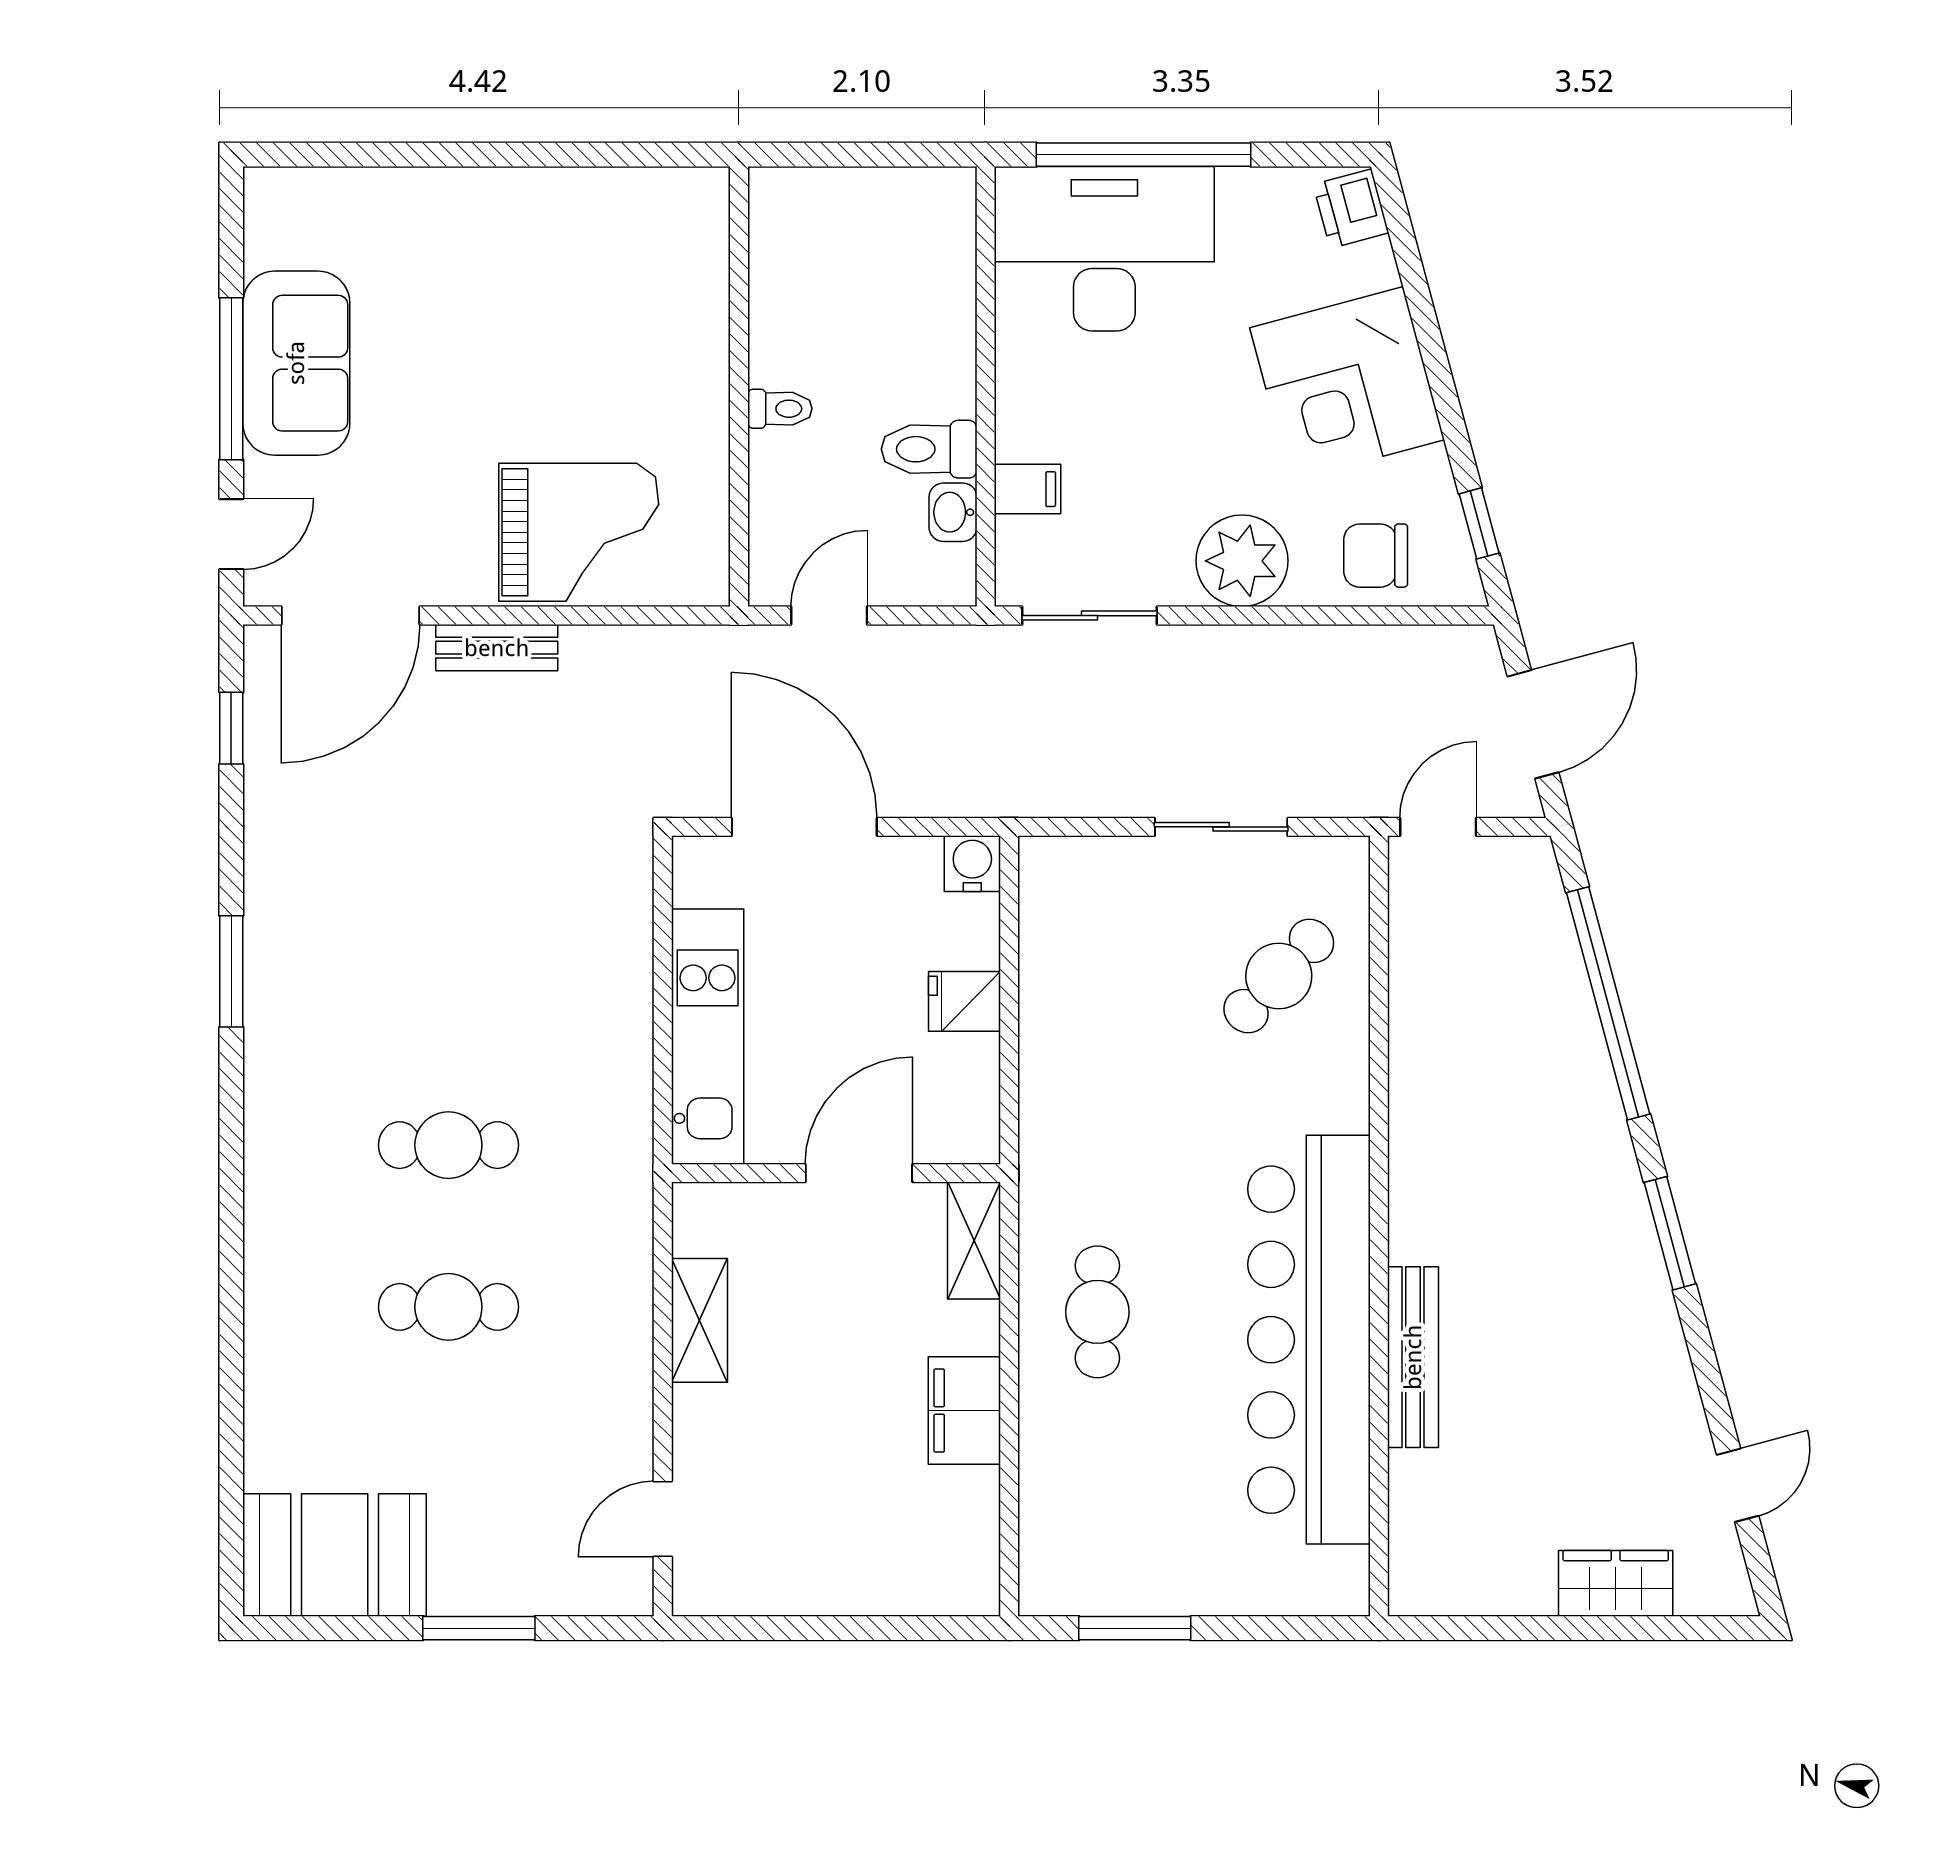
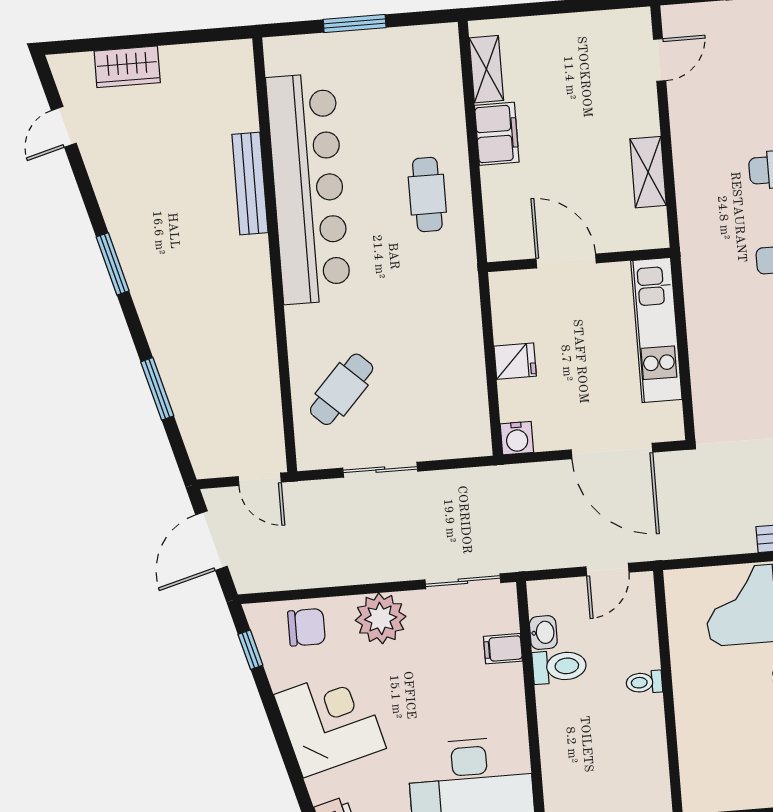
door: (1438, 827) -> (260, 479), hinge flipped
window: (1608, 1003) -> (157, 389), width x0.47
door: (859, 1173) -> (566, 261), swing flipped
shelving: (974, 1241) -> (486, 69), moved
window: (1135, 1628) -> (355, 23), moved

